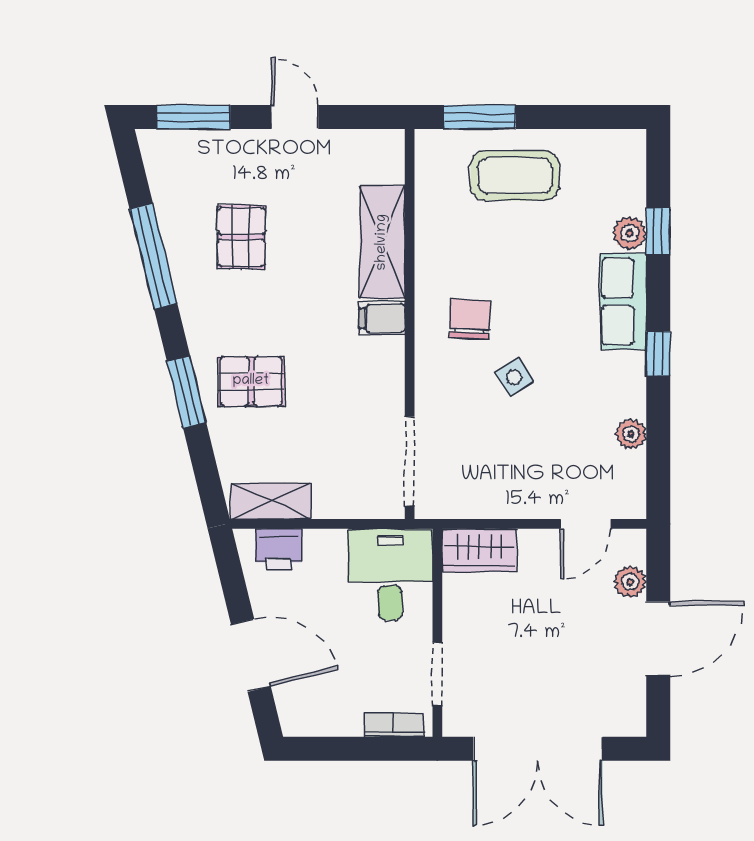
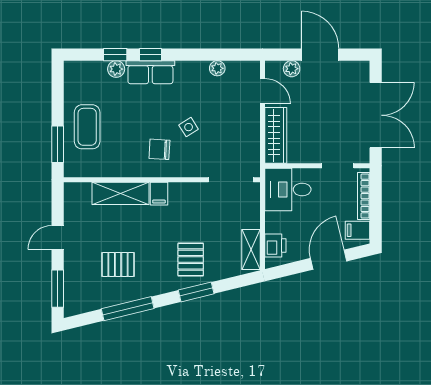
window: (658, 354) -> (151, 55), moved
wardrobe: (479, 550) -> (276, 135), width x1.50
filing cabinet: (309, 713) -> (358, 230), added
bookcase: (394, 725) -> (364, 196), width x1.56

